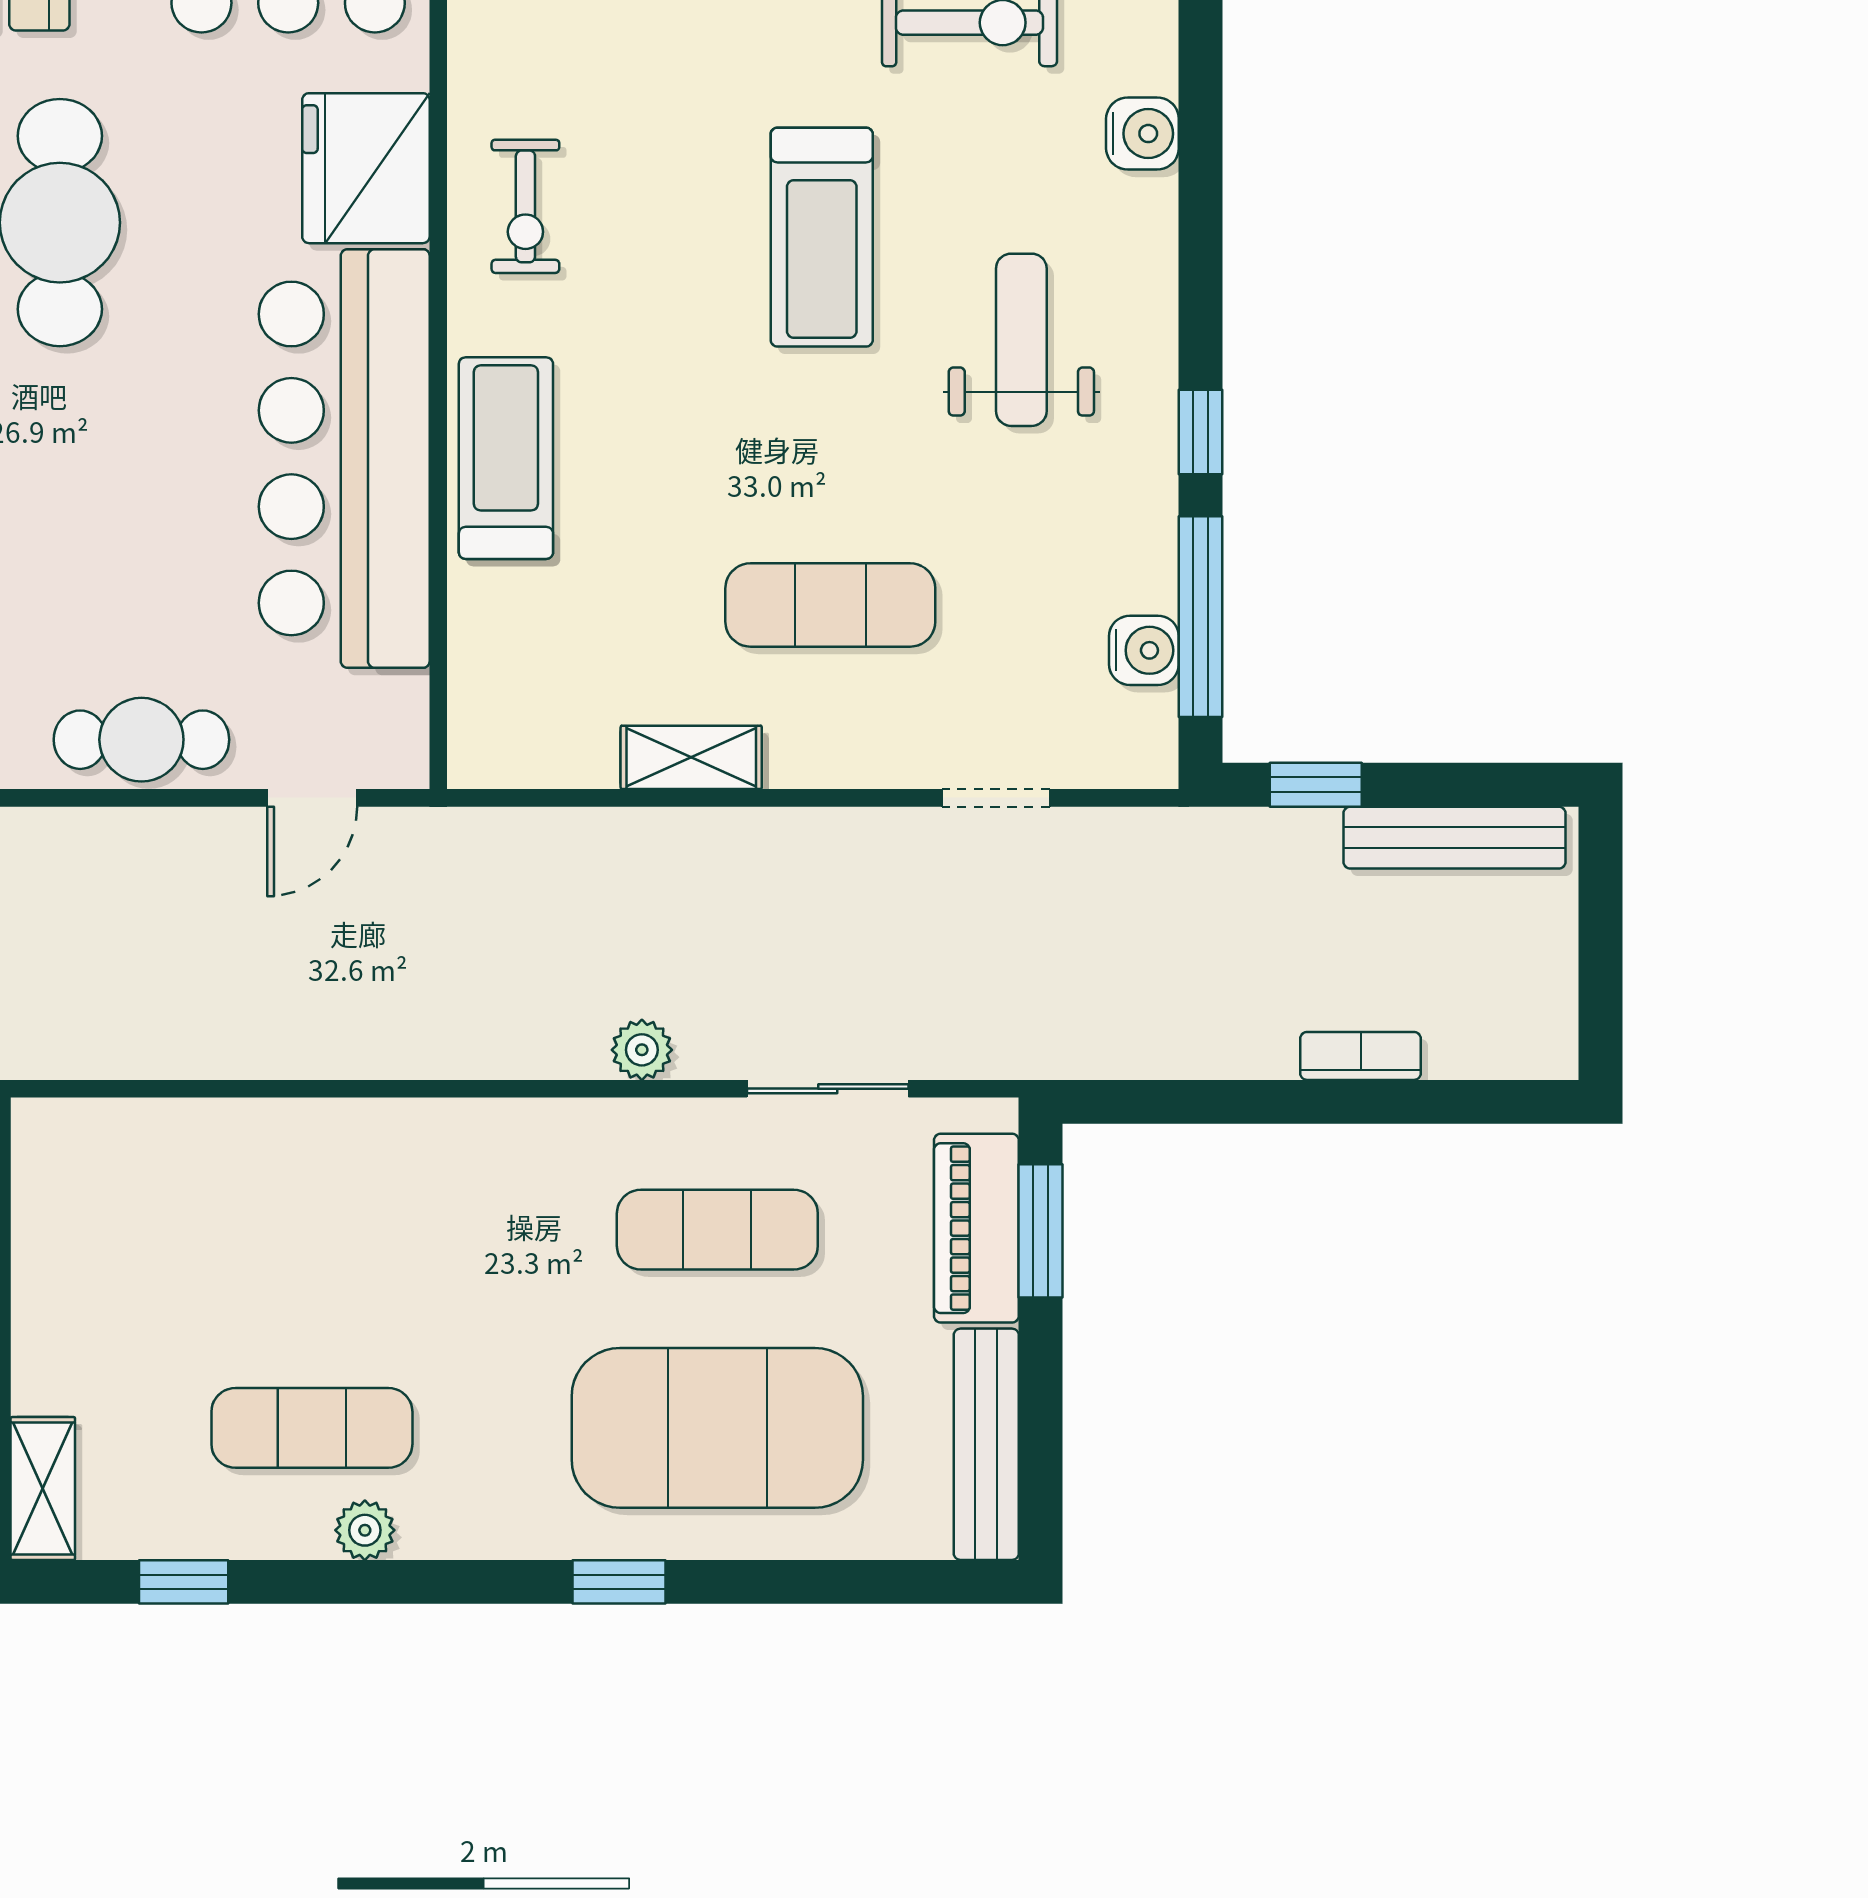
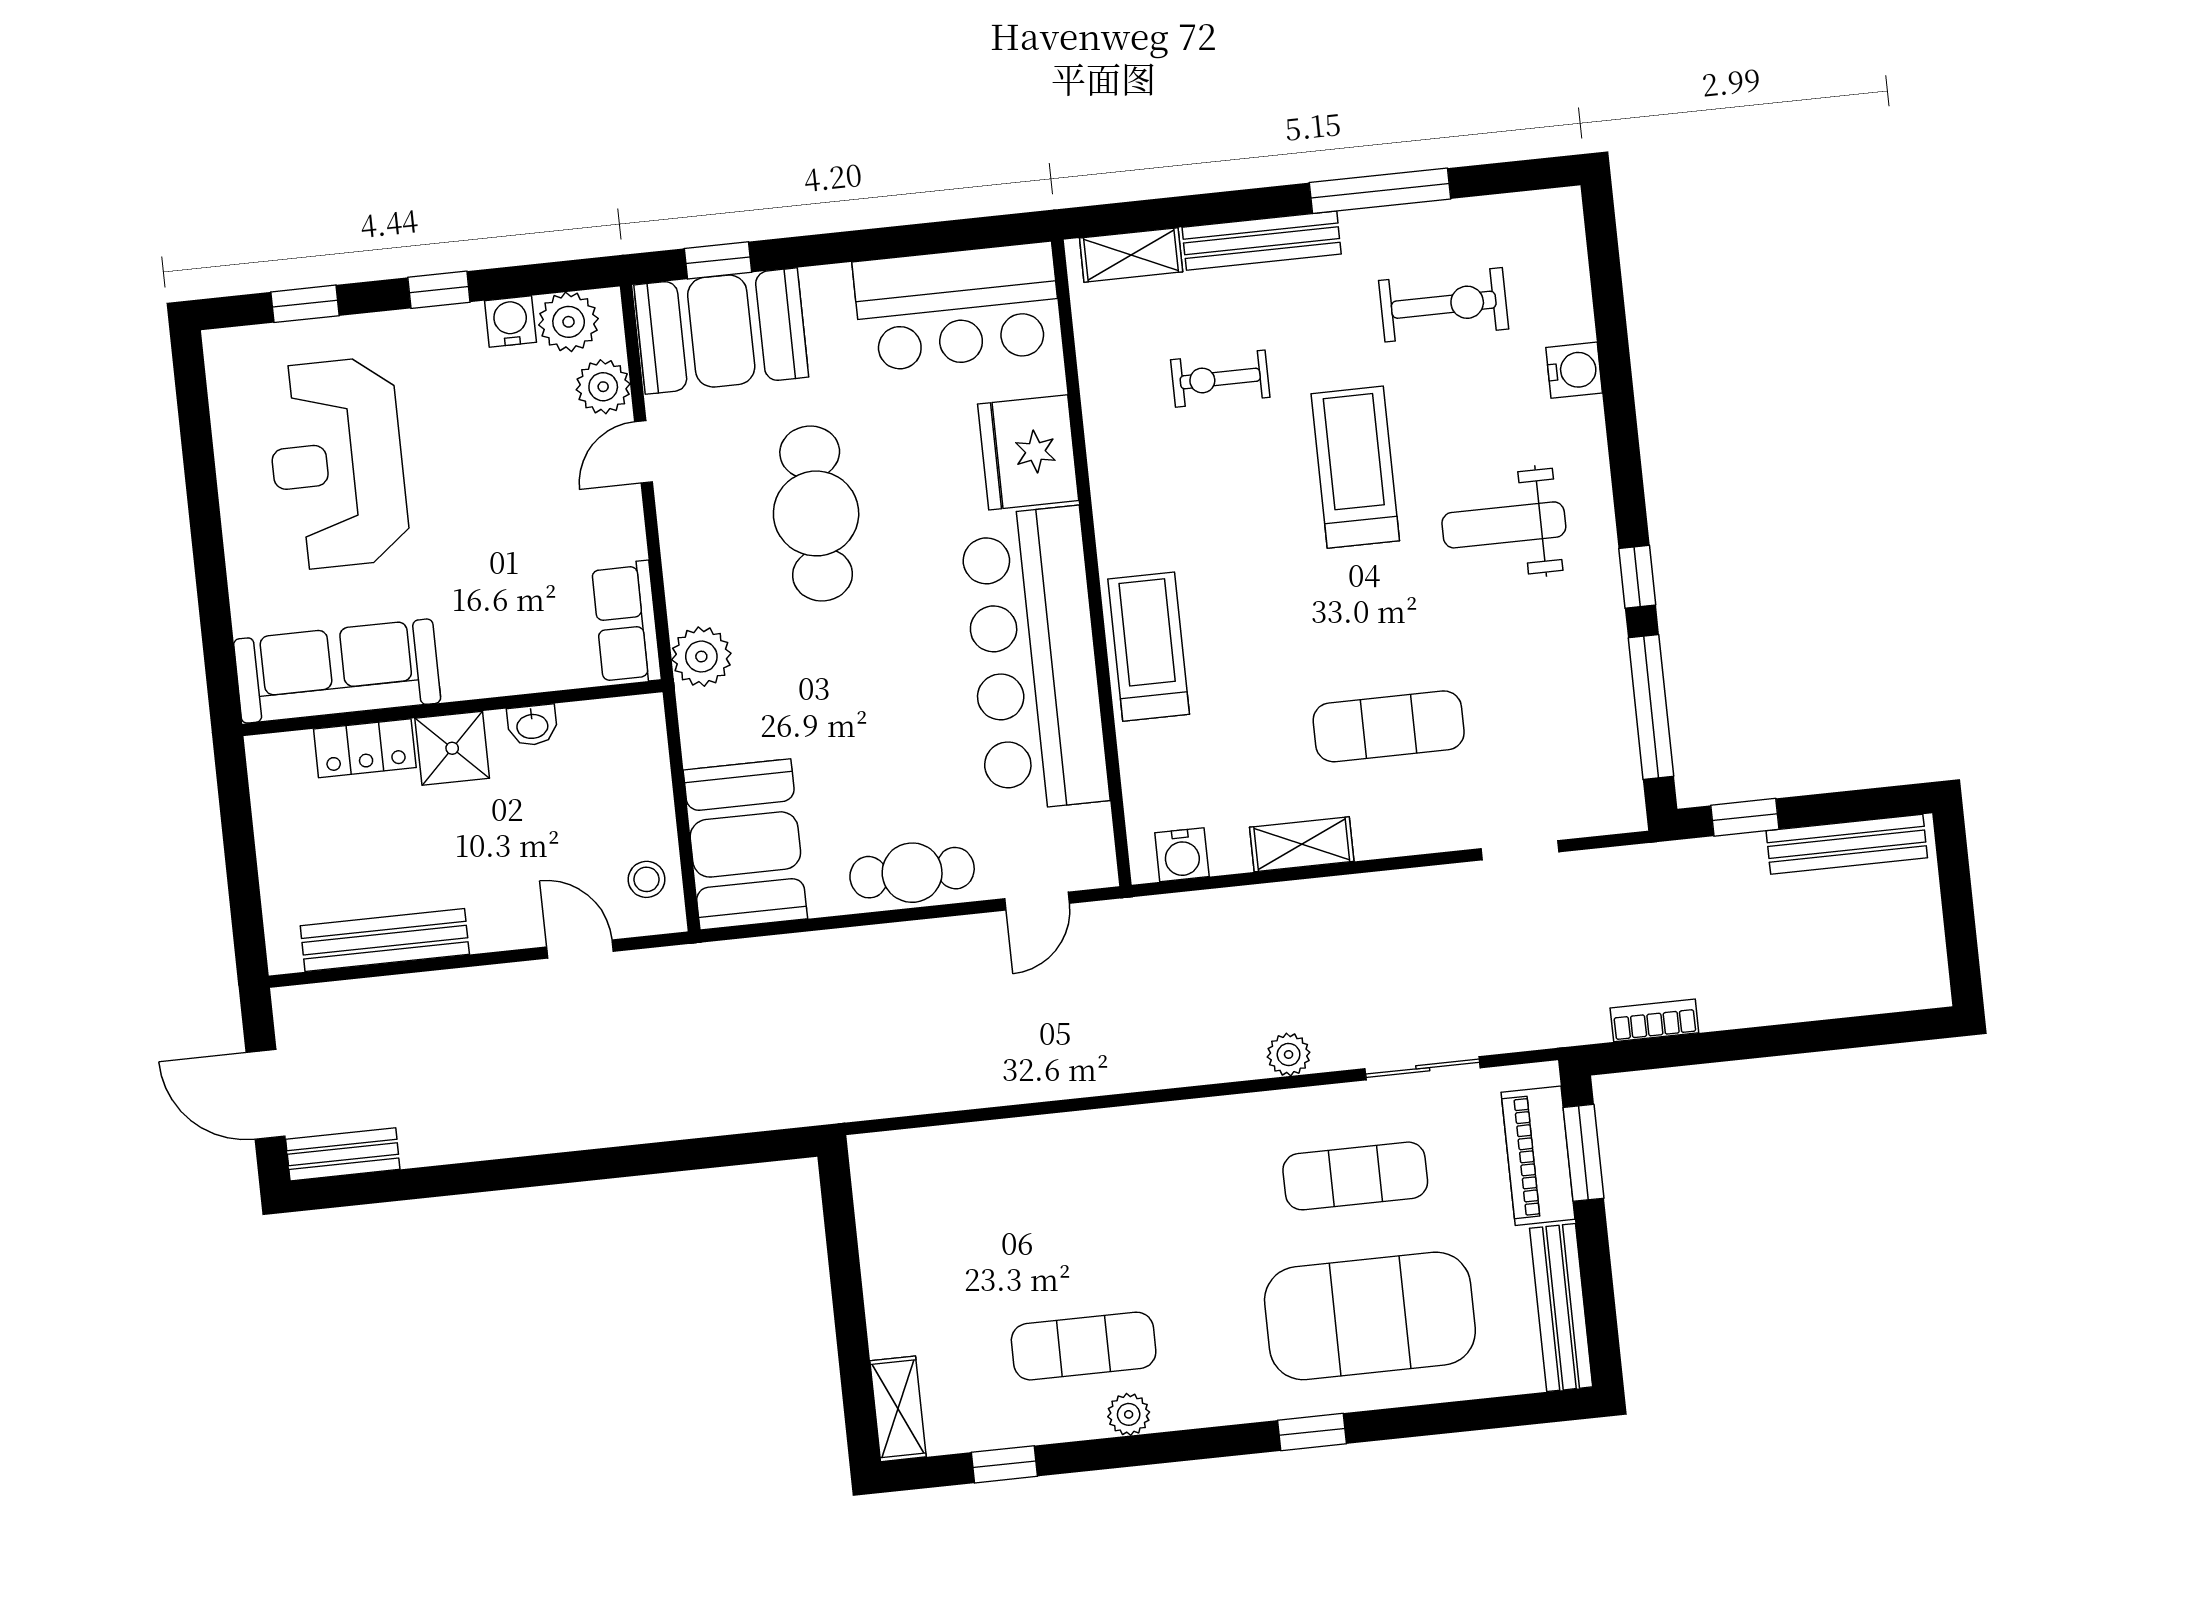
exercise bike: (525, 206) -> (1220, 379), moved, turned 90
treadmill: (822, 237) -> (1355, 467), turned 180
weight bench: (1021, 340) -> (1504, 525), turned -90
water cooler: (1144, 650) -> (1182, 855), moved, turned 90
bookcase: (1361, 1056) -> (1654, 1020), moved

